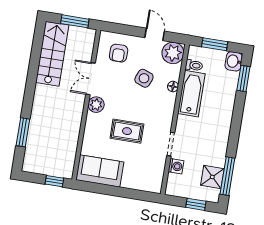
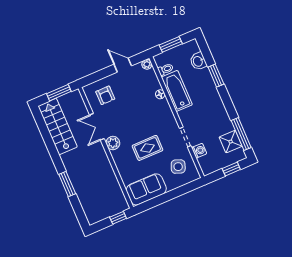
plant: (173, 53) -> (147, 64), width x0.53, depth x0.53
washbasin: (234, 61) -> (198, 61), moved
side table: (144, 78) -> (178, 167), moved
window: (243, 78) -> (216, 76), moved
window: (23, 132) -> (67, 184), moved

